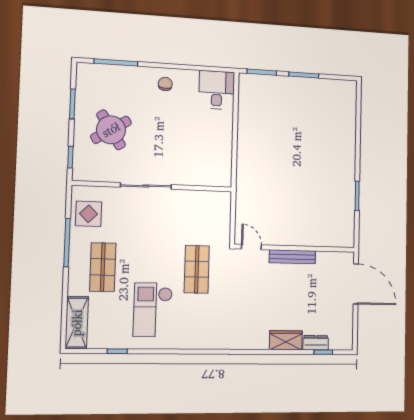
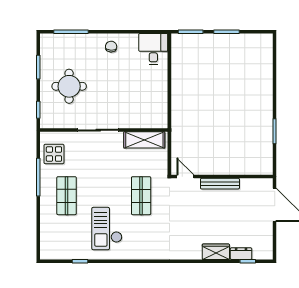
round table: (111, 130) -> (69, 86), turned 32
shelving: (77, 323) -> (144, 140), moved, turned 90

